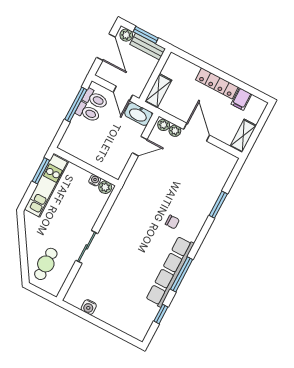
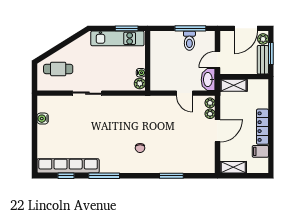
toilet: (95, 99) -> (202, 41), removed
row of seats: (170, 272) -> (68, 166), moved

